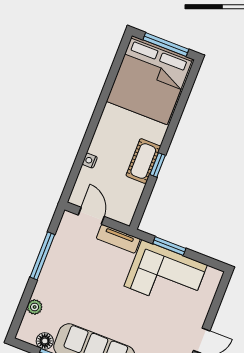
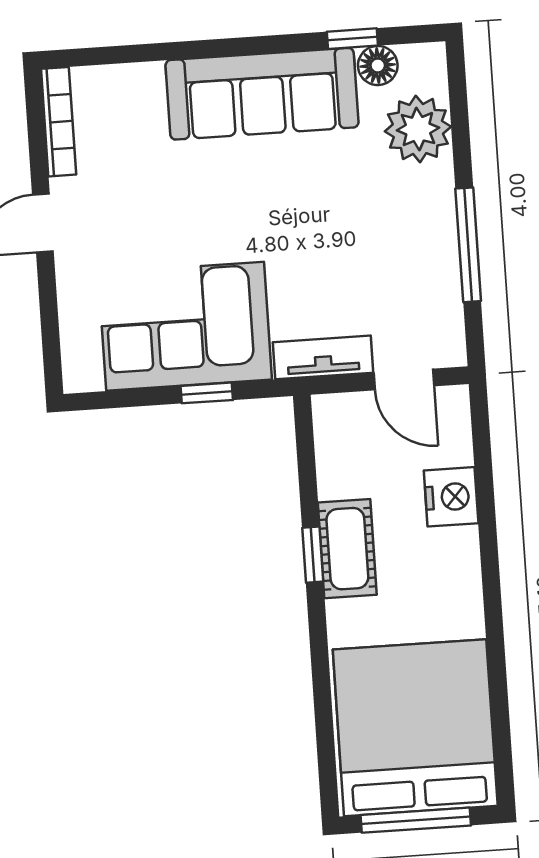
nightstand: (90, 161) -> (451, 497), width x1.89, depth x1.79
window: (169, 246) -> (207, 393), width x0.67
plant: (35, 307) -> (418, 129), width x1.87, depth x1.87

